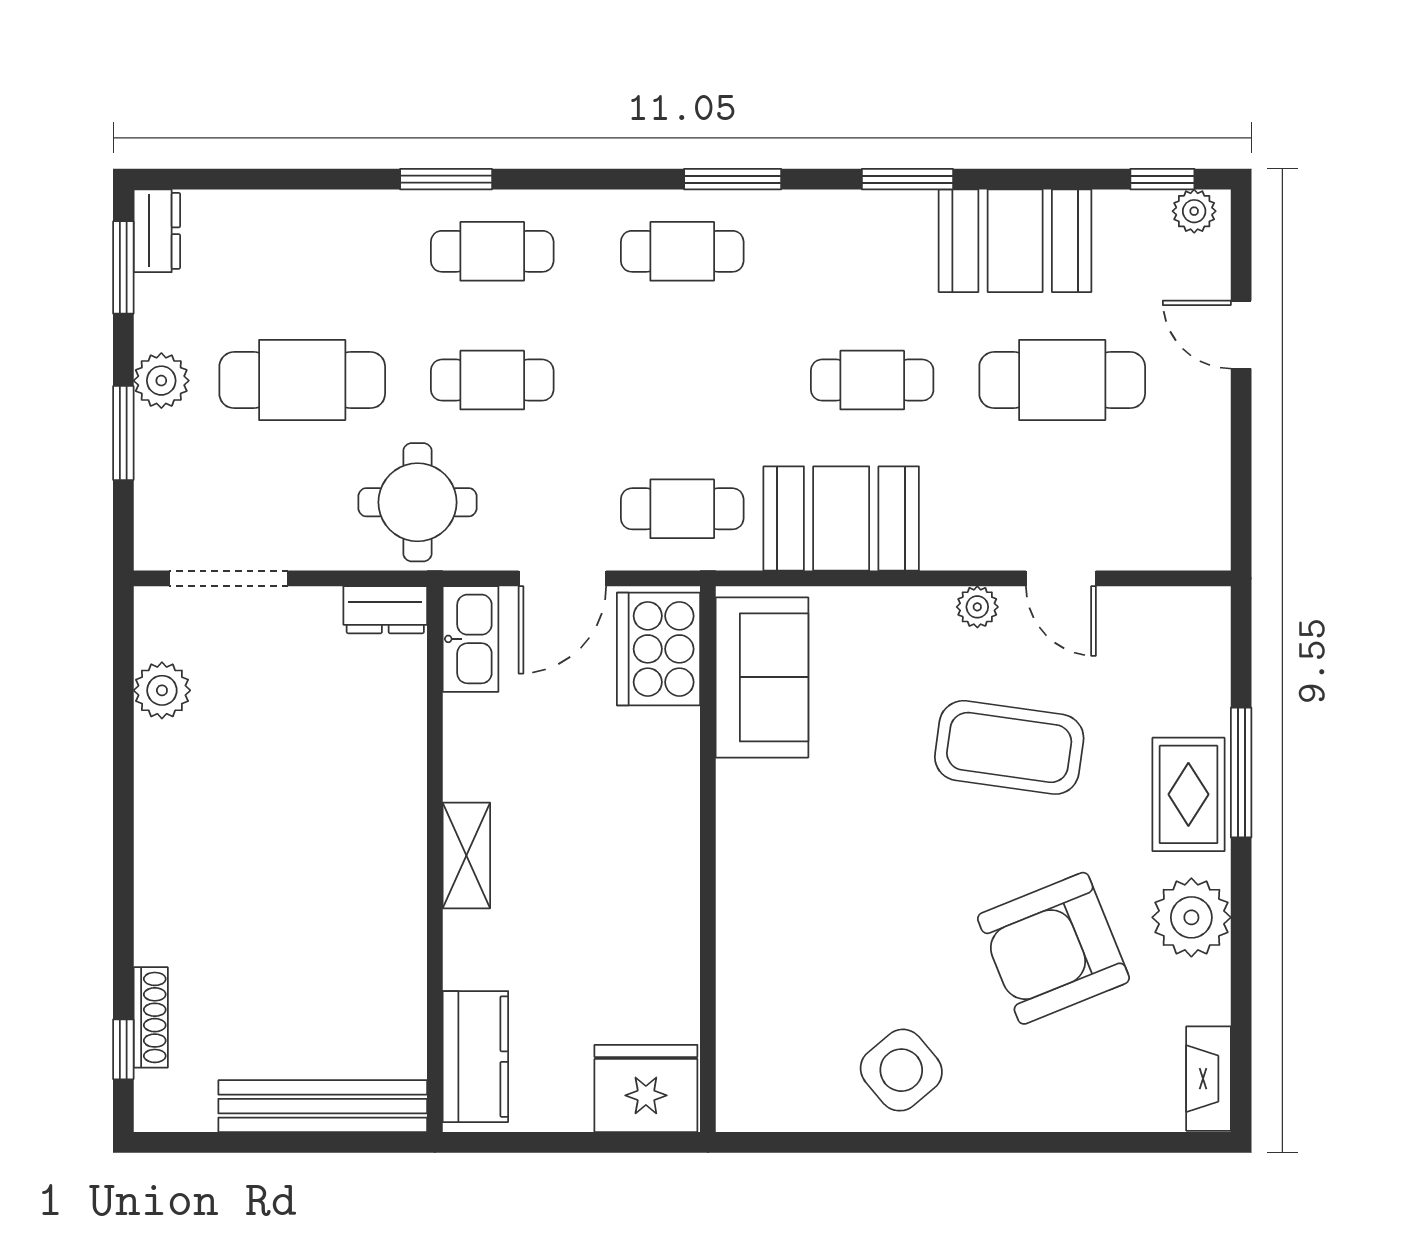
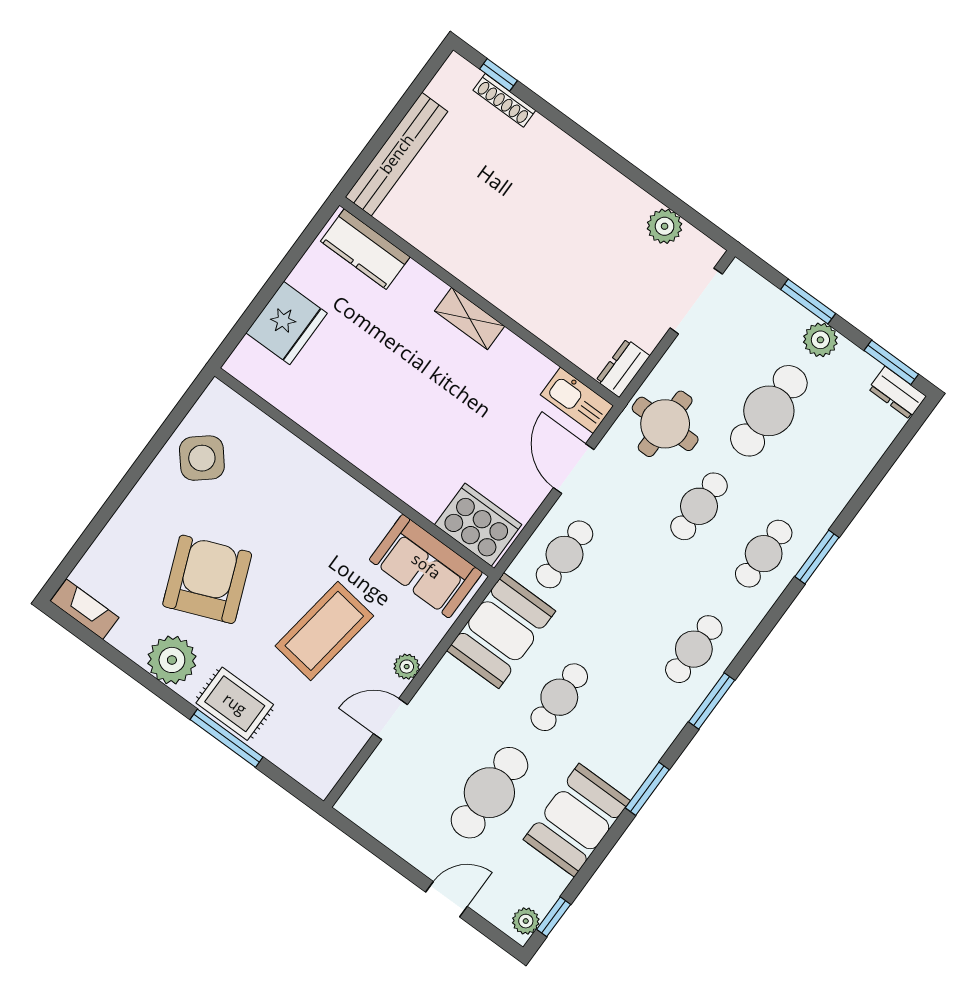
cooker: (659, 649) -> (478, 525), moved
sofa: (762, 677) -> (426, 566), moved
wall: (708, 859) -> (354, 472), moved

